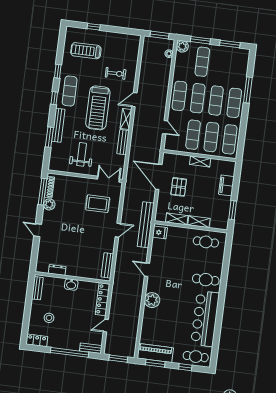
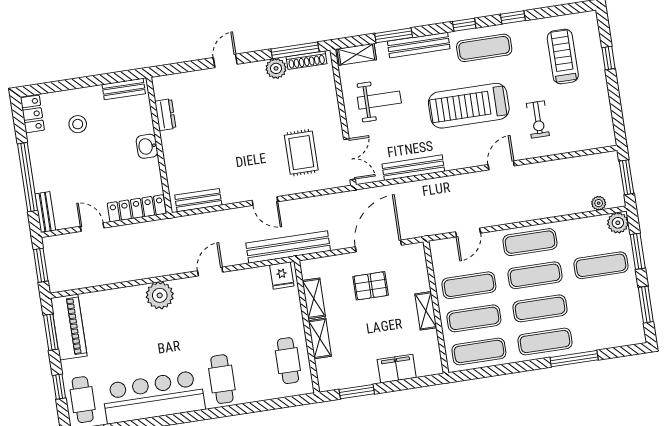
door: (134, 100) -> (501, 165), hinge flipped
shelving: (126, 119) -> (357, 54), moved
bench: (123, 142) -> (413, 168), width x1.36

